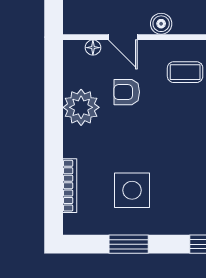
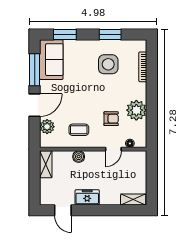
boiler: (161, 24) -> (79, 157), moved
door: (123, 37) -> (113, 149), swing flipped

